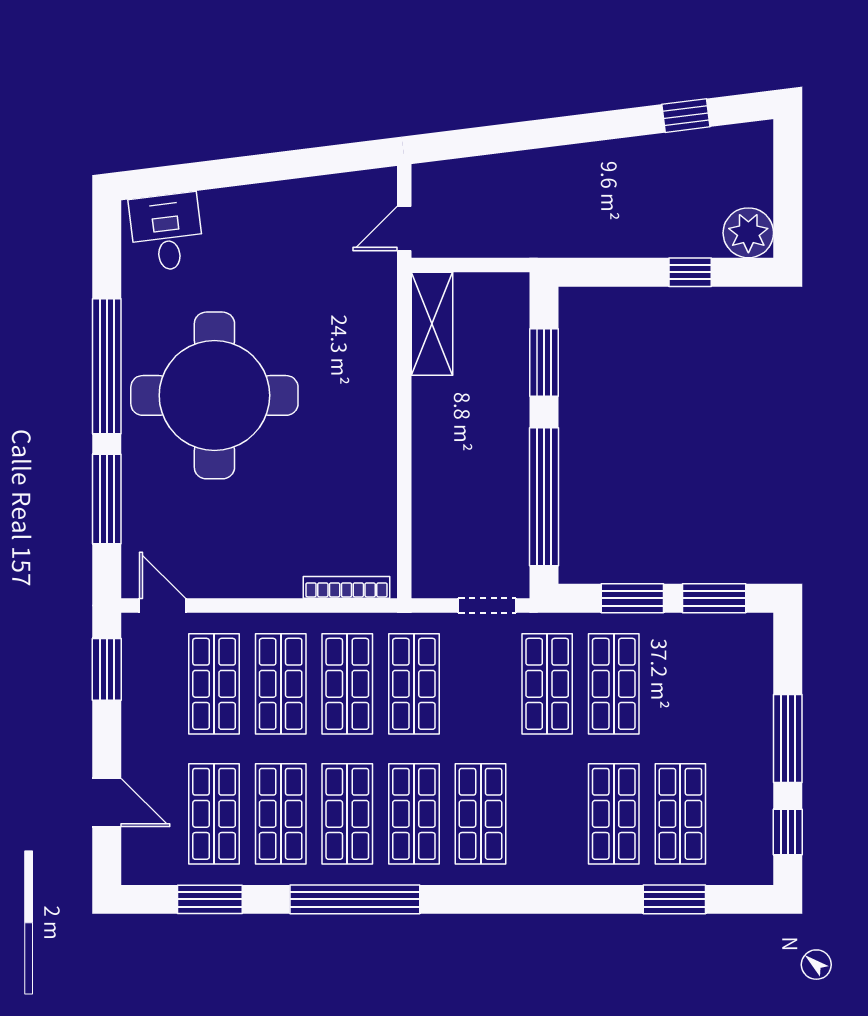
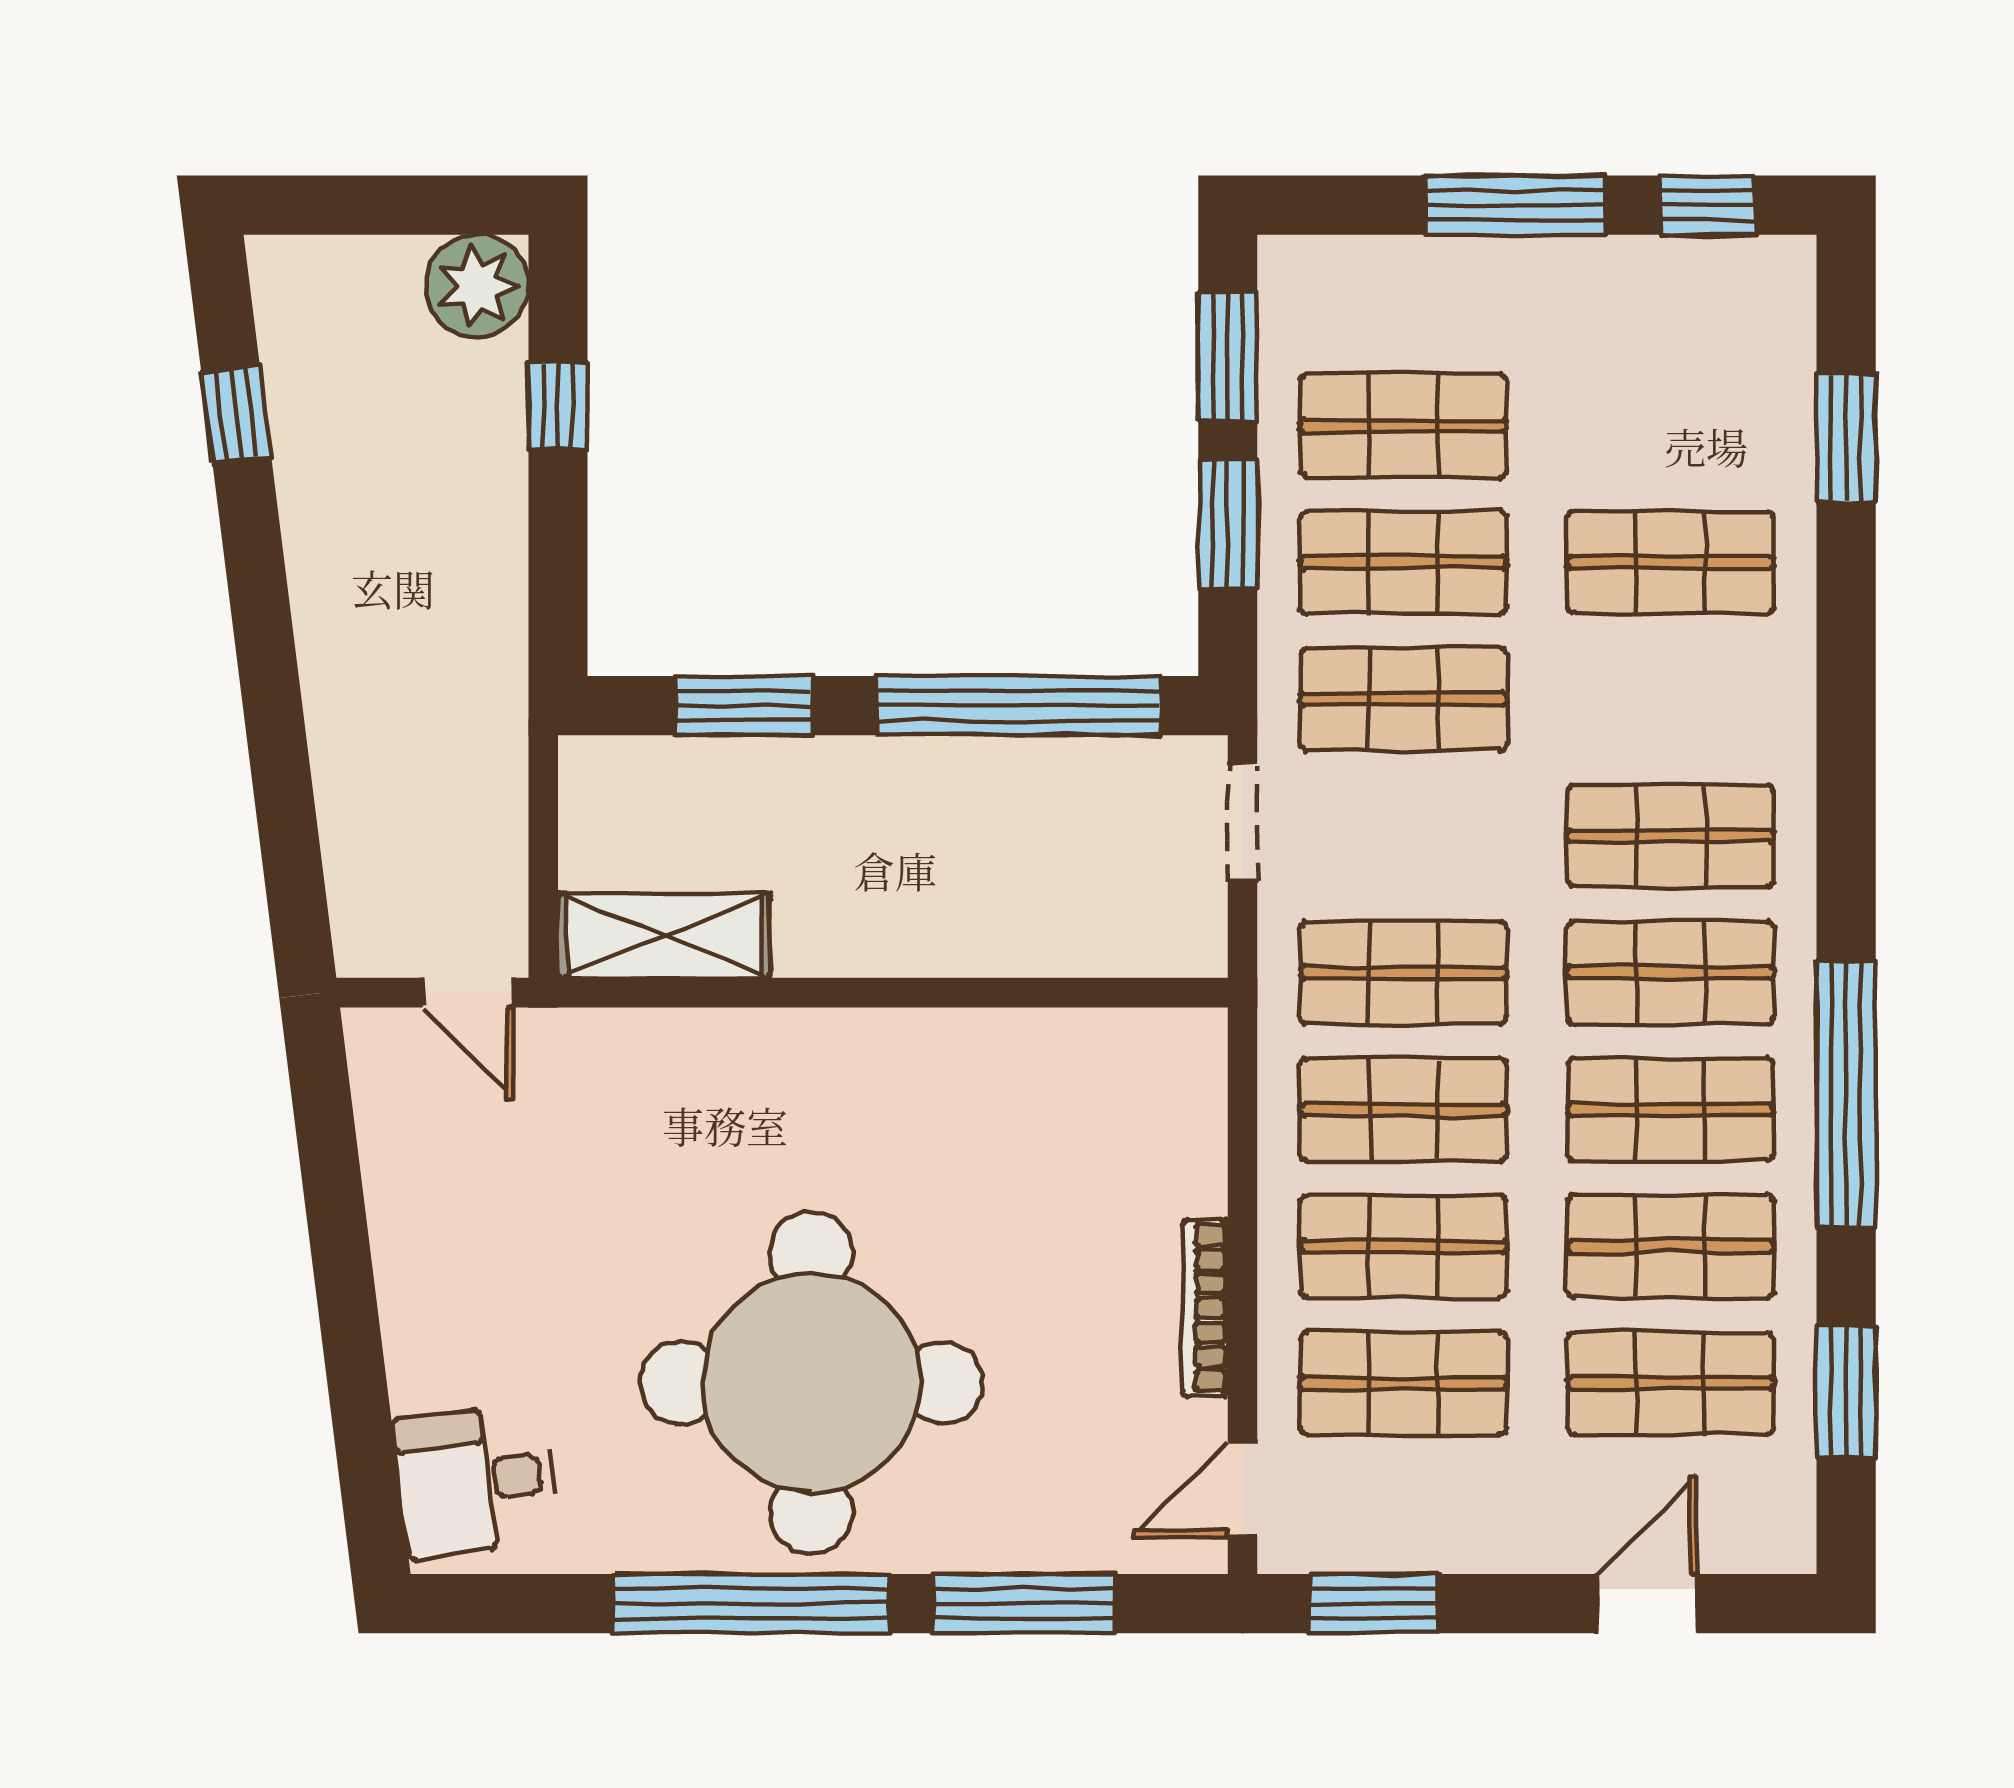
bookcase: (346, 587) -> (1205, 1308), moved
shop shelf: (680, 814) -> (1403, 425), moved

